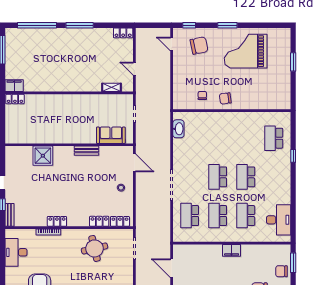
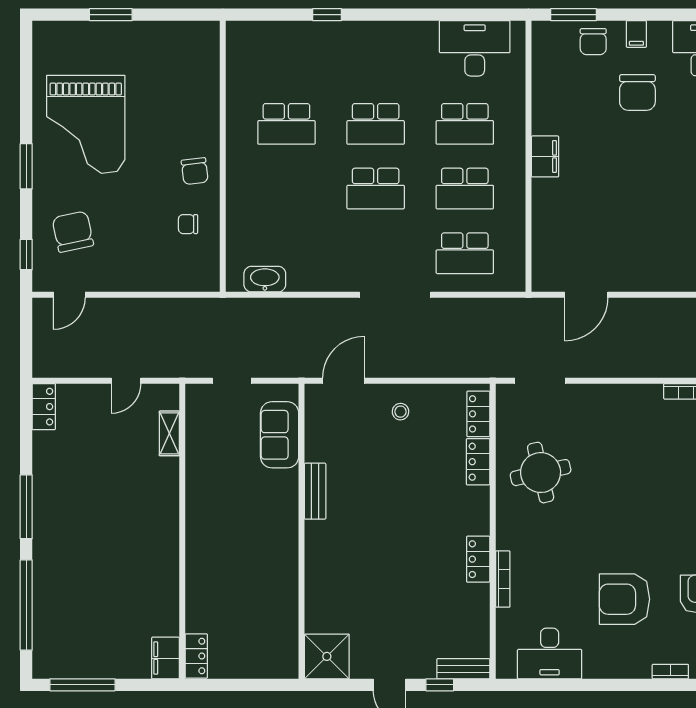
school desk: (274, 138) -> (286, 124), moved
shower: (43, 156) -> (327, 656), moved

